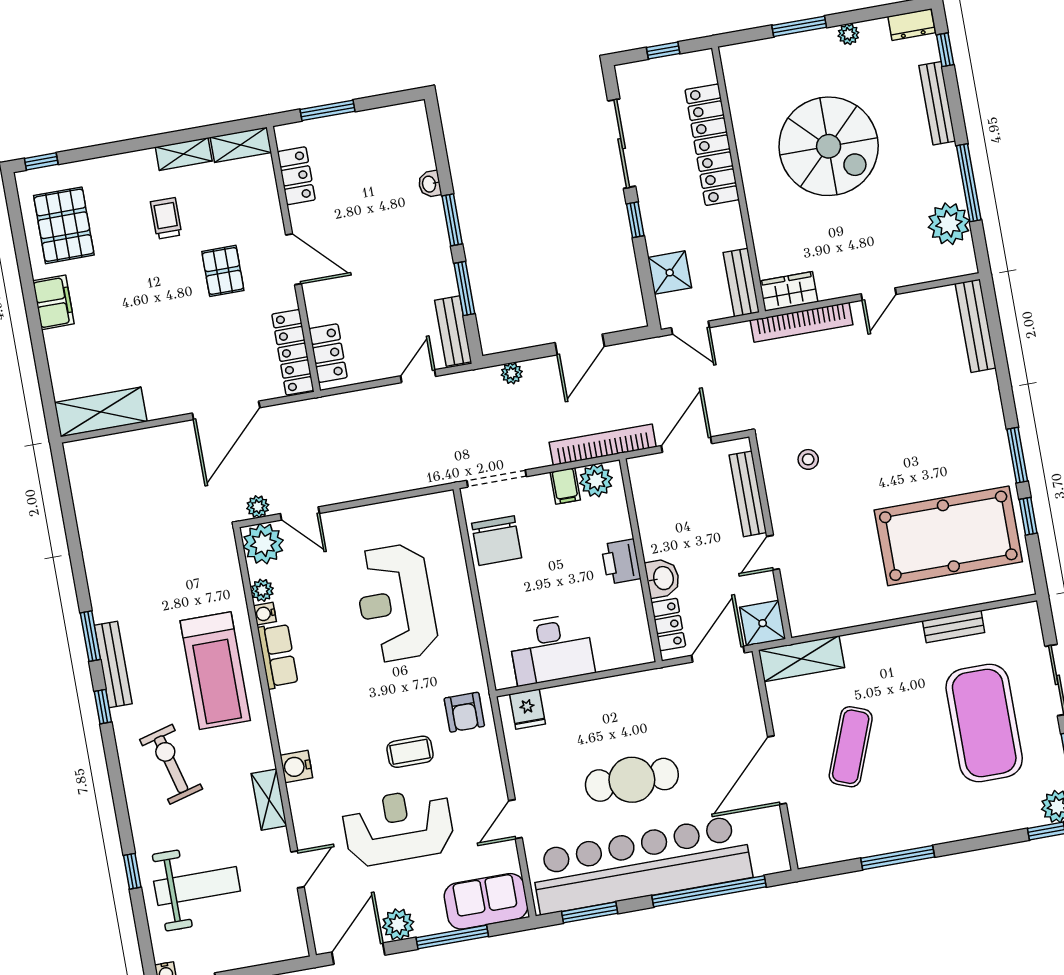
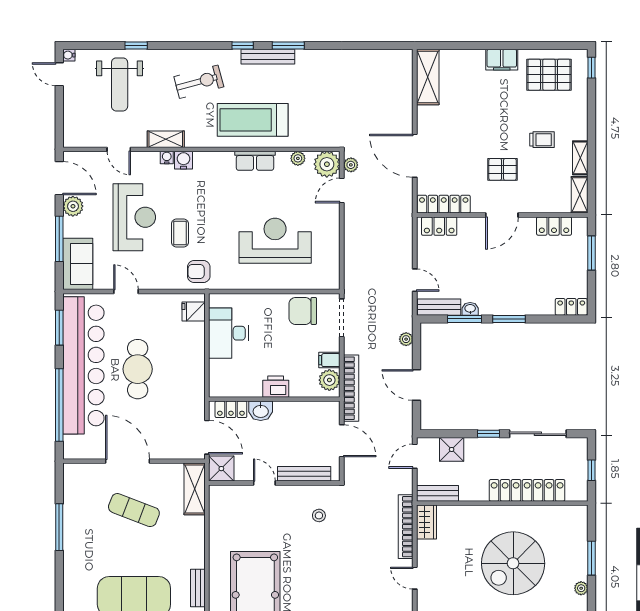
locker: (416, 127) -> (571, 307), added
washbasin: (430, 184) -> (470, 309), moved
water cooler: (265, 614) -> (167, 157), moved

